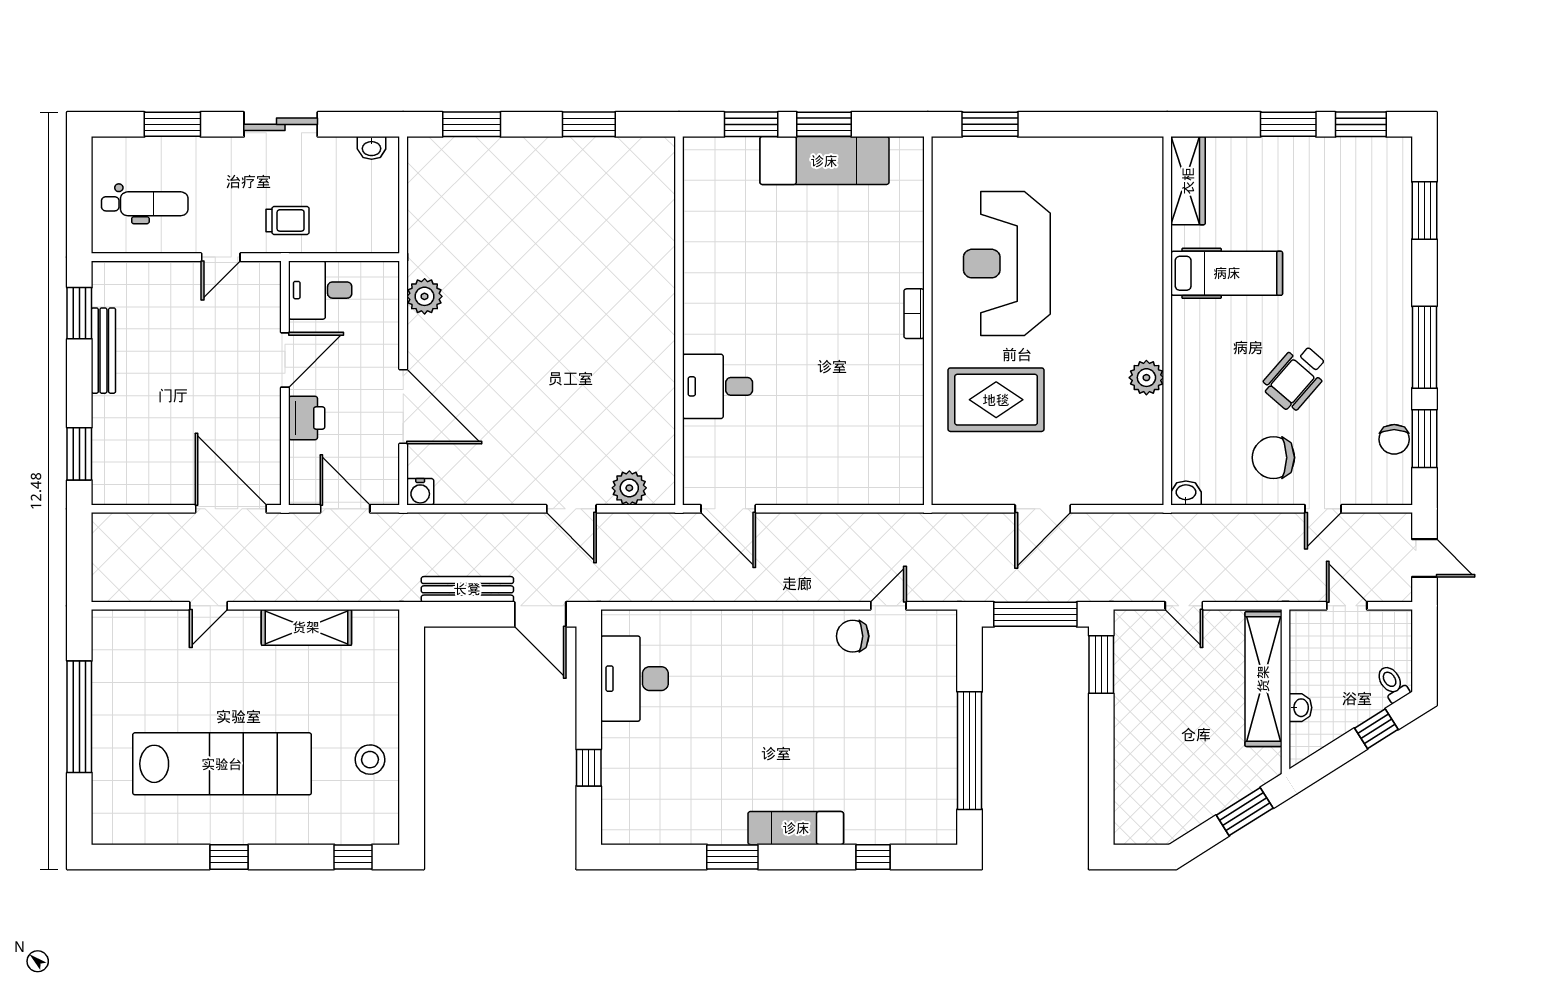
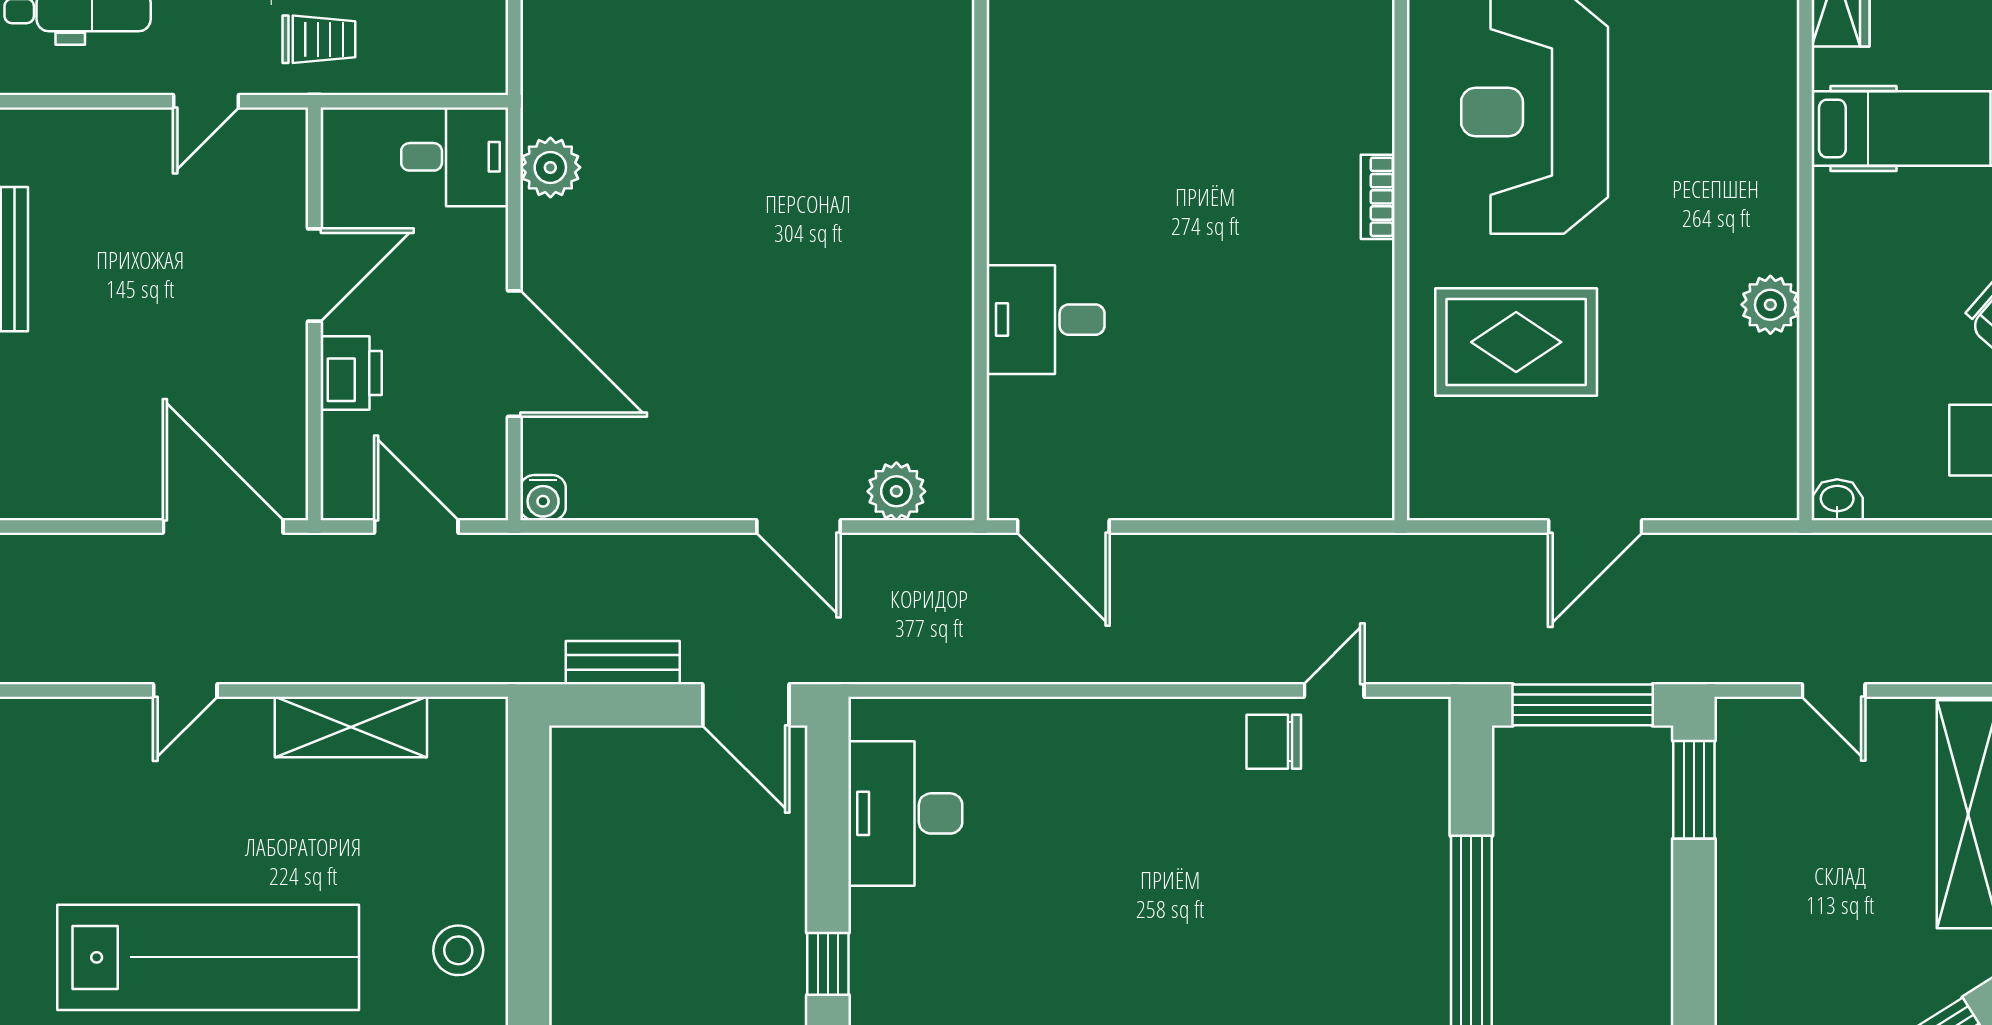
desk: (320, 290) -> (455, 157), moved, turned 180
bench: (467, 589) -> (623, 663), width x0.73

